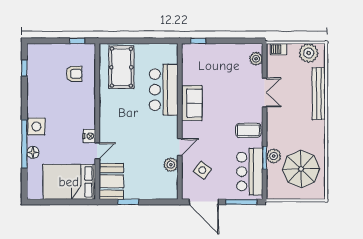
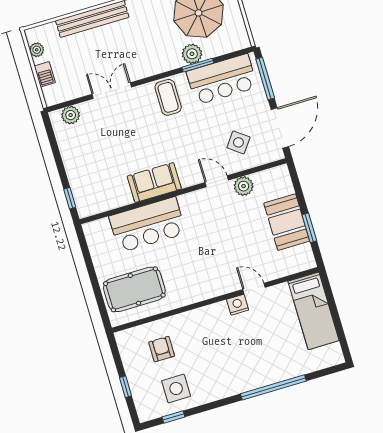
window: (77, 41) -> (126, 387), moved
barbecue: (279, 49) -> (45, 74), moved
plant: (309, 53) -> (37, 50), width x0.53, depth x0.53
side table: (36, 127) -> (176, 389), moved
floor lamp: (33, 152) -> (281, 373), removed
booth: (111, 181) -> (287, 222), moved, turned 90
bed: (69, 182) -> (314, 311), width x0.67

